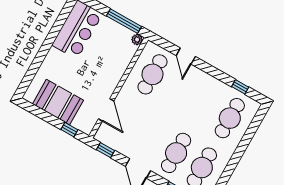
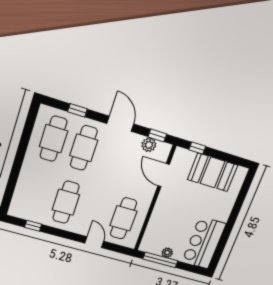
plant: (137, 40) -> (167, 253), moved
cafe table: (230, 118) -> (66, 202), moved
plant: (115, 143) -> (149, 145), added

